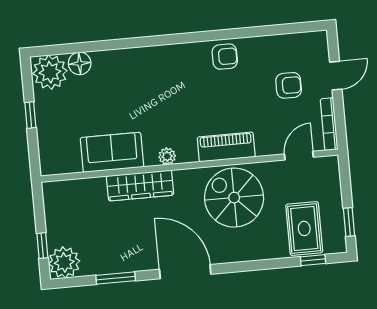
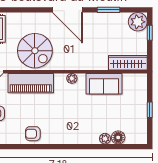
plant: (50, 72) -> (105, 139), moved, width x0.53, depth x0.53
piano: (226, 147) -> (31, 83), width x1.37, depth x1.33
wardrobe: (140, 185) -> (128, 63), moved

